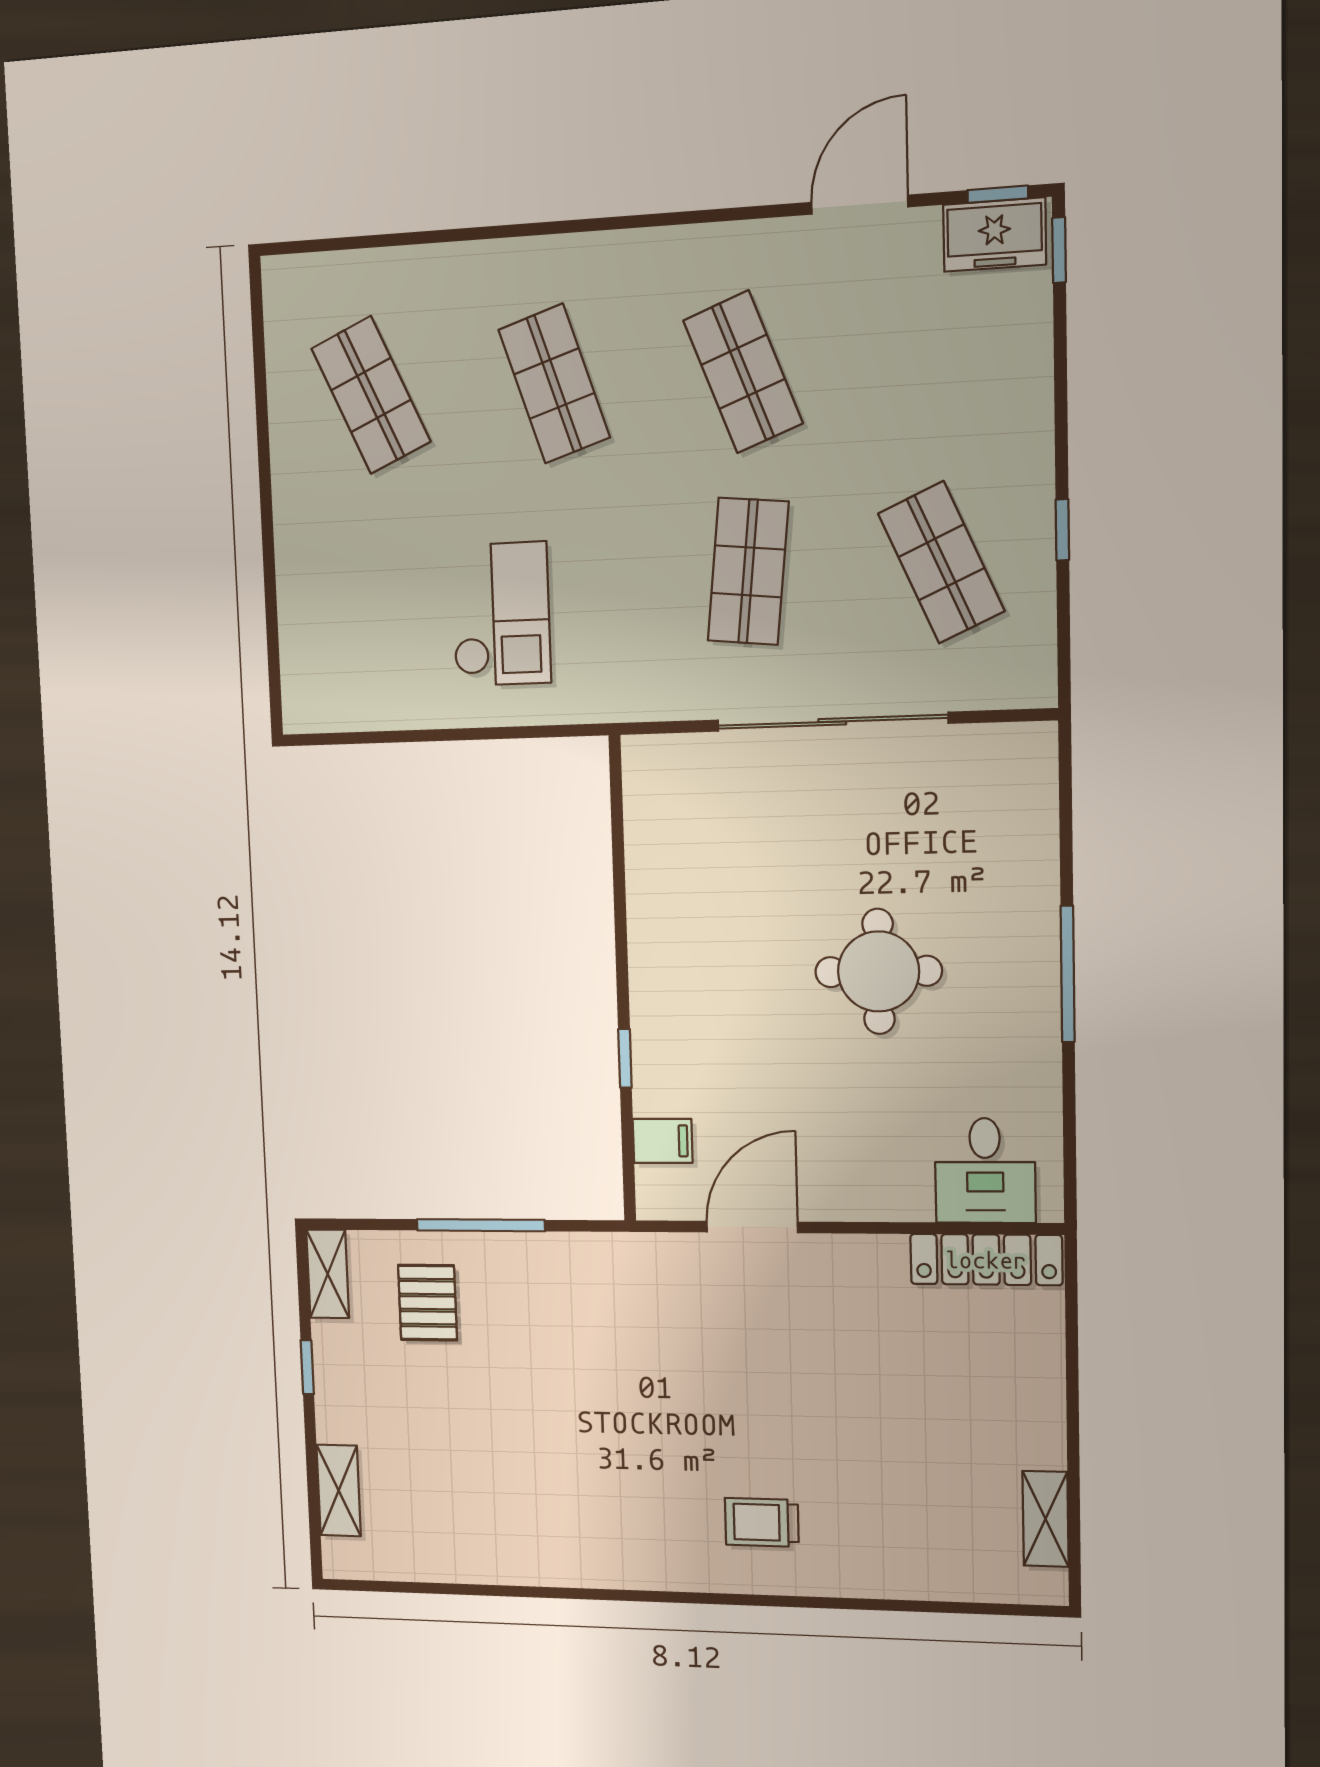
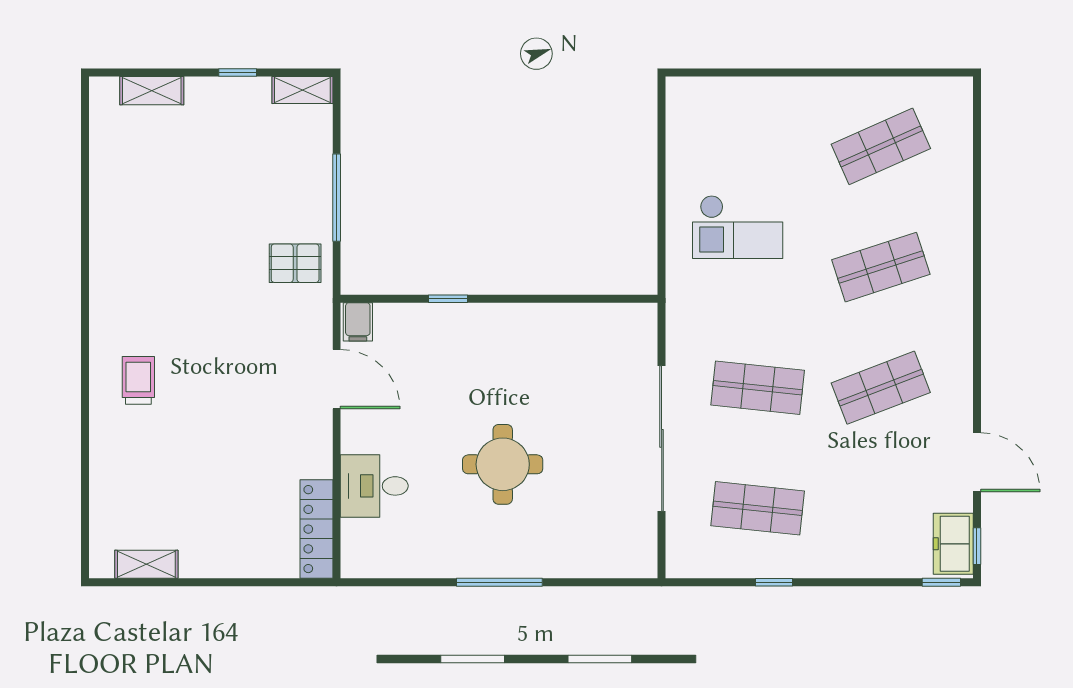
shop shelf: (941, 562) -> (758, 508), turned 30
filing cabinet: (663, 1141) -> (358, 322), moved
desk: (985, 1171) -> (374, 486), moved
pallet: (428, 1303) -> (295, 263), moved

